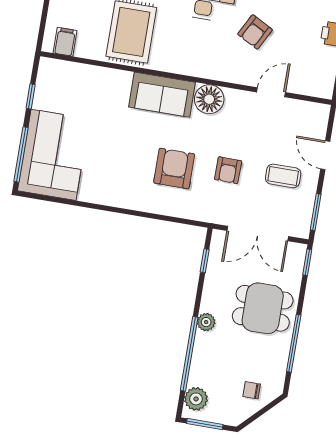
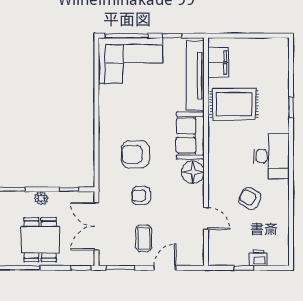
filing cabinet: (65, 42) -> (218, 63), width x2.00
tv unit: (87, 76) -> (195, 76), added
armchair: (174, 168) -> (135, 154), turned 180
plant: (206, 322) -> (41, 198), moved

